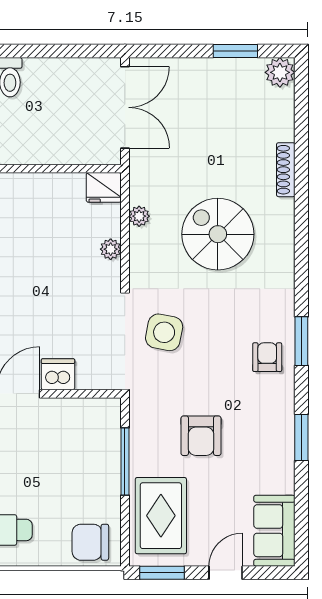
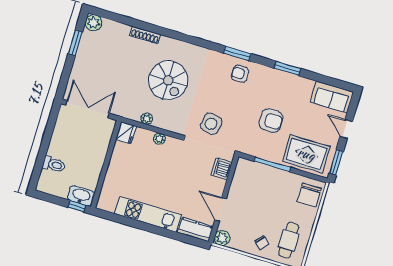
spiral stairs: (218, 234) -> (168, 80), turned -90
dishwasher: (58, 374) -> (222, 169), moved

